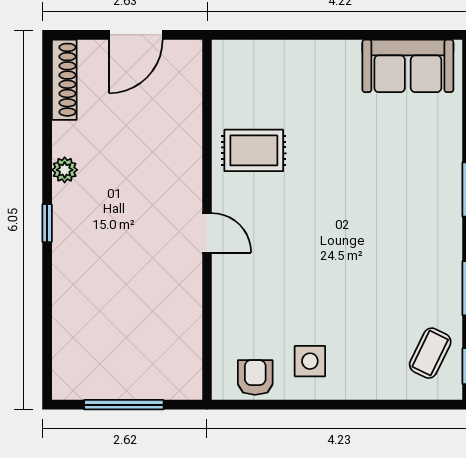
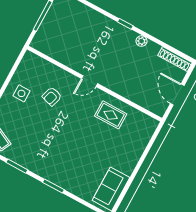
rug: (254, 150) -> (111, 115), turned 90
armchair: (255, 377) -> (52, 96), moved, turned 107

